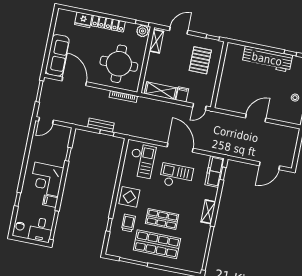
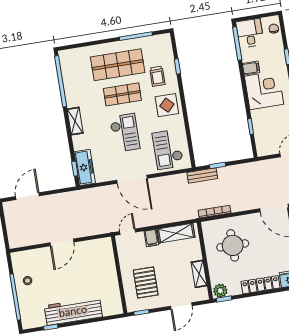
shelving: (157, 41) -> (199, 274), moved
round table: (119, 64) -> (233, 245), width x0.73, depth x0.73
bench: (101, 125) -> (202, 175), moved
checkout: (176, 176) -> (125, 133), moved, turned -90

